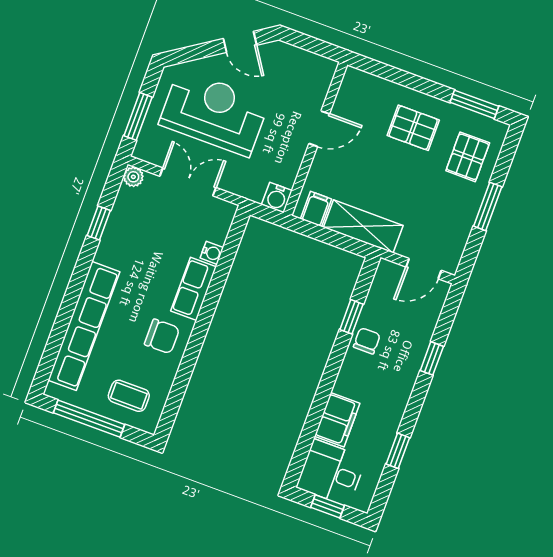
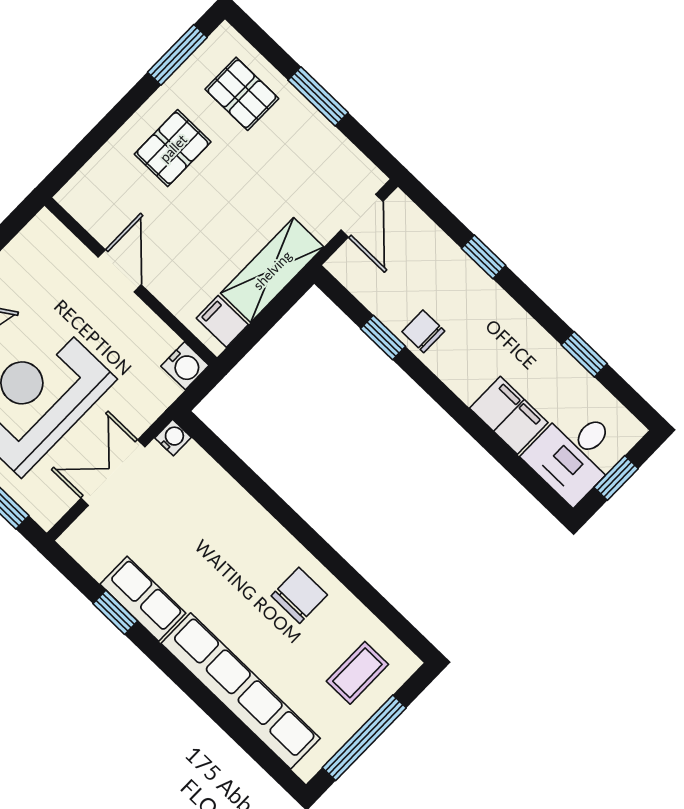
plant: (133, 177) -> (75, 541), removed
water cooler: (212, 253) -> (173, 438), moved
row of seats: (194, 289) -> (143, 599), moved, turned 180

